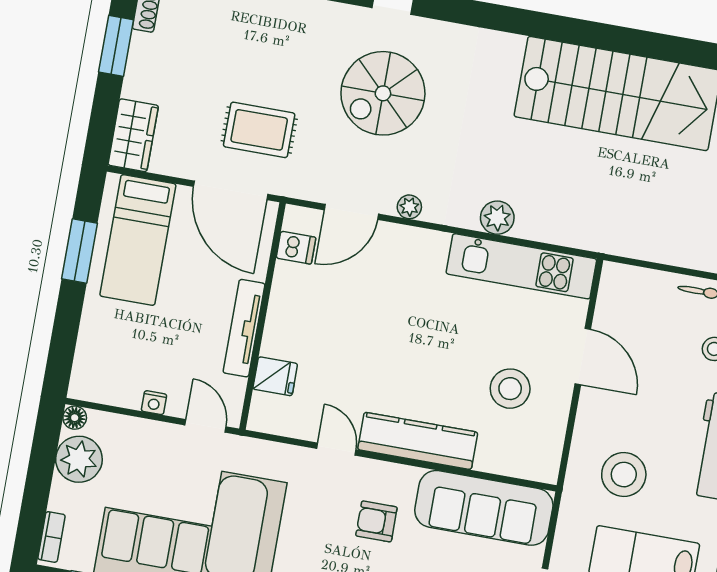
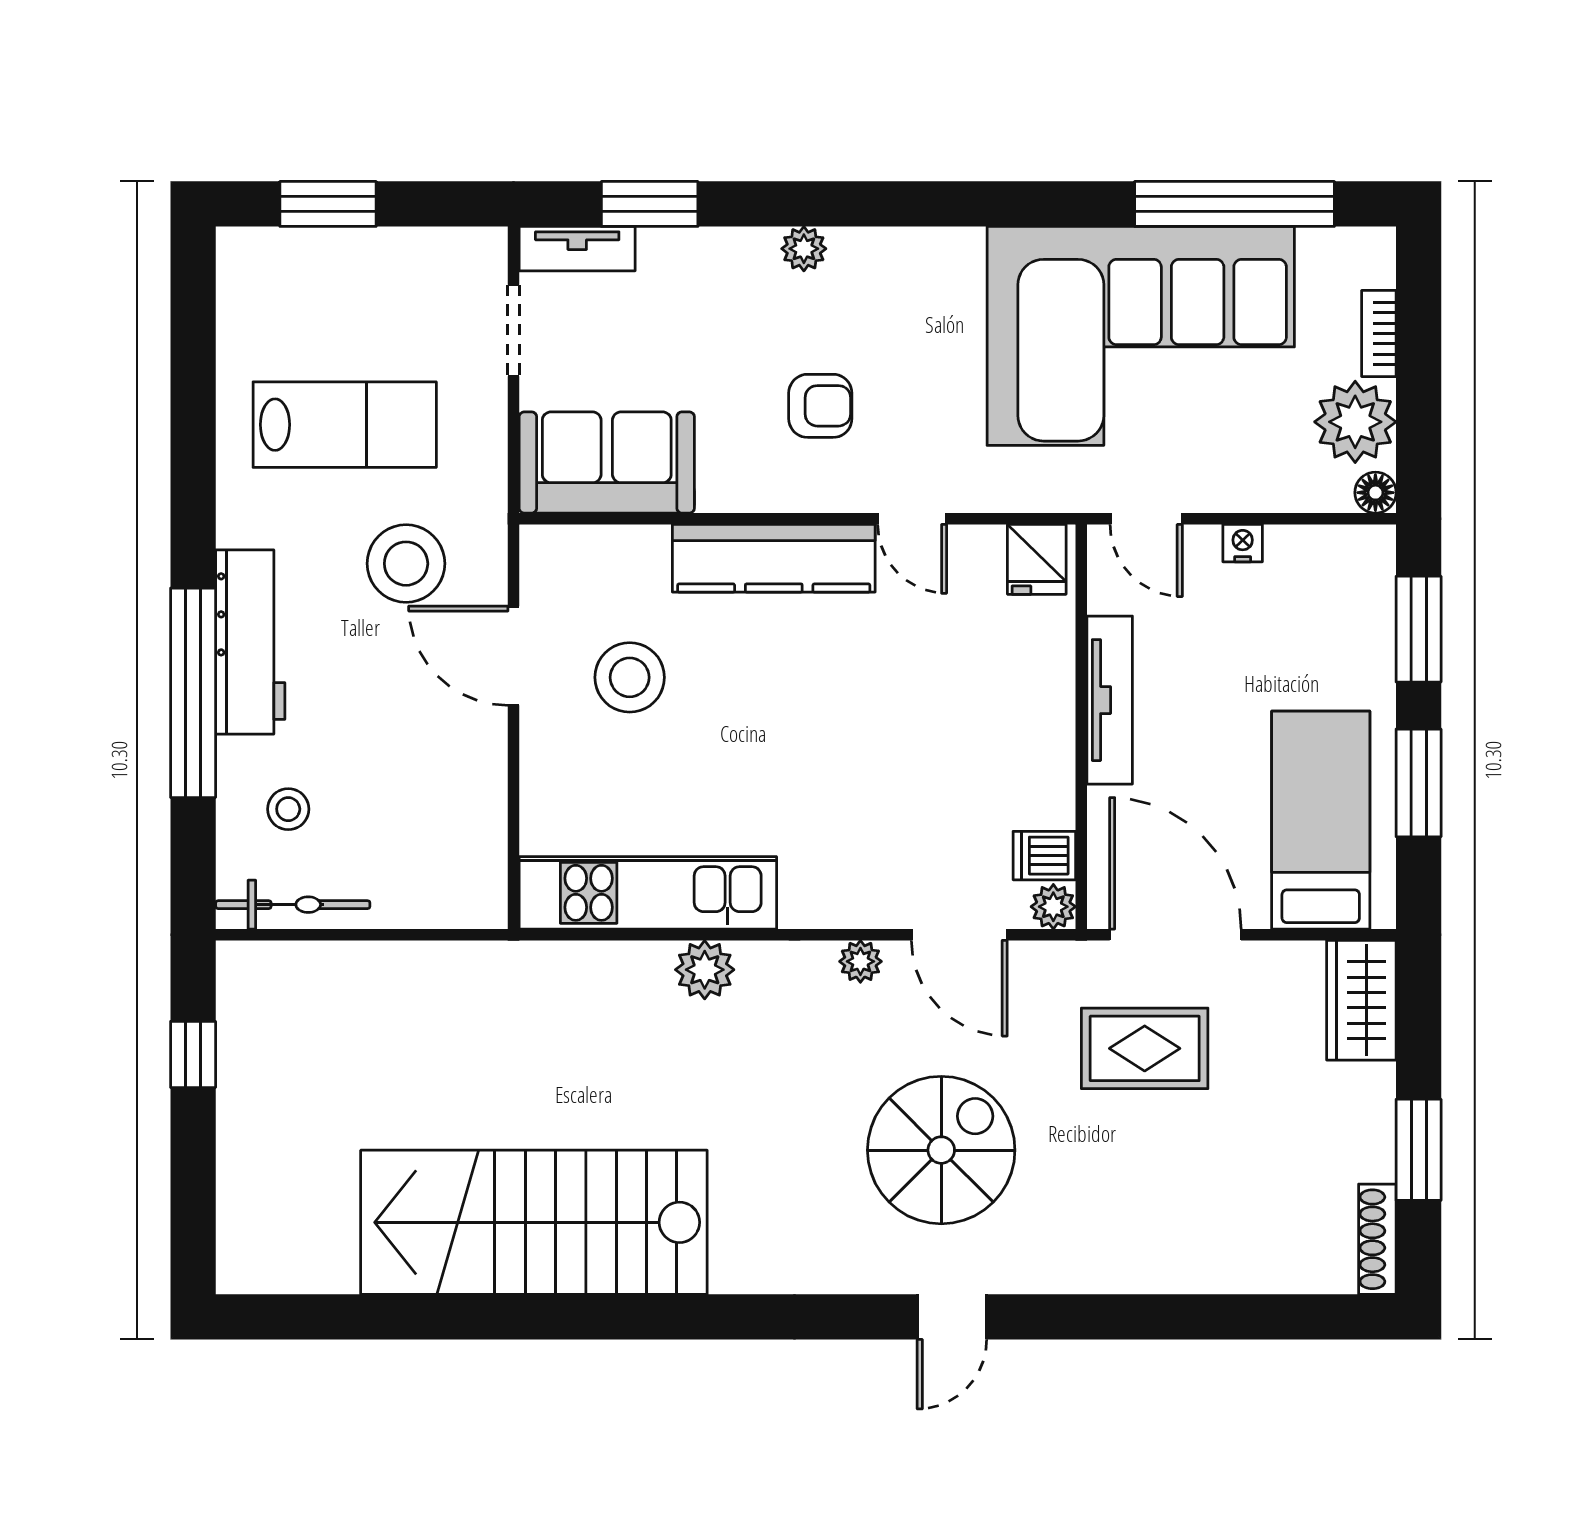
door: (351, 212) -> (959, 935), swing flipped
plant: (296, 218) -> (1053, 907), added
window: (64, 337) -> (1419, 629), added
door: (583, 357) -> (514, 656), moved
fridge: (275, 376) -> (1037, 559), moved, turned -90
sofa: (484, 508) -> (607, 462), width x0.73
bookcase: (51, 537) -> (1379, 334), moved

